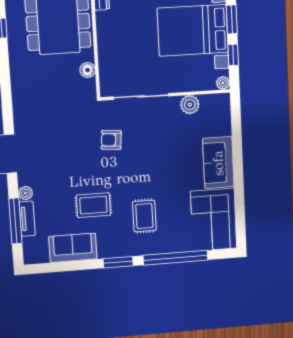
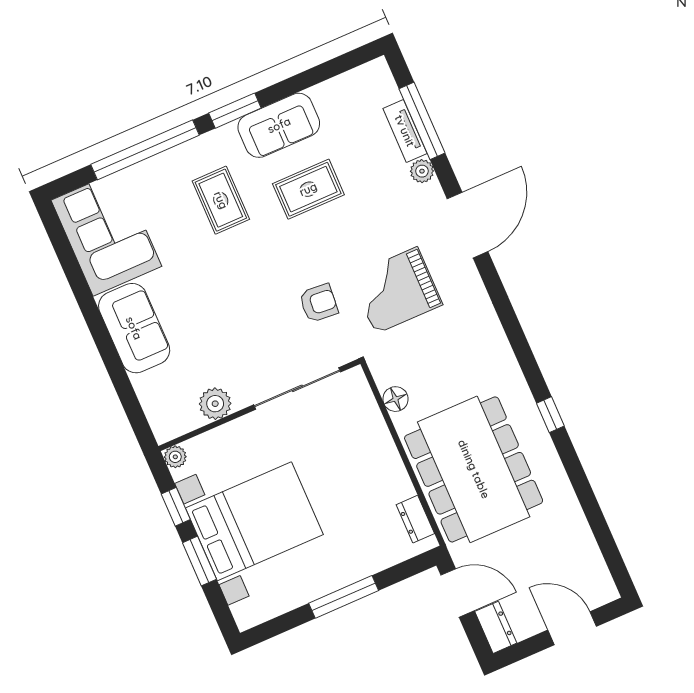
grand piano: (65, 131) -> (396, 290), added
sofa: (73, 248) -> (279, 125), moved

